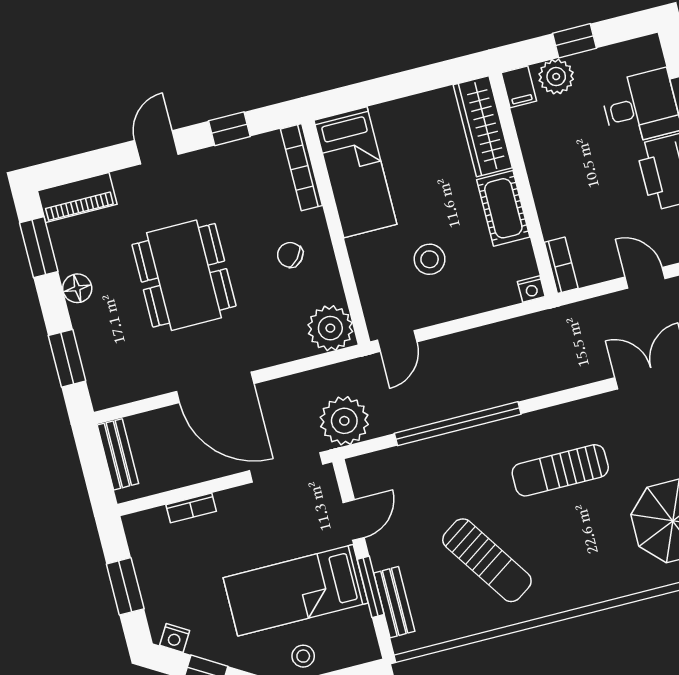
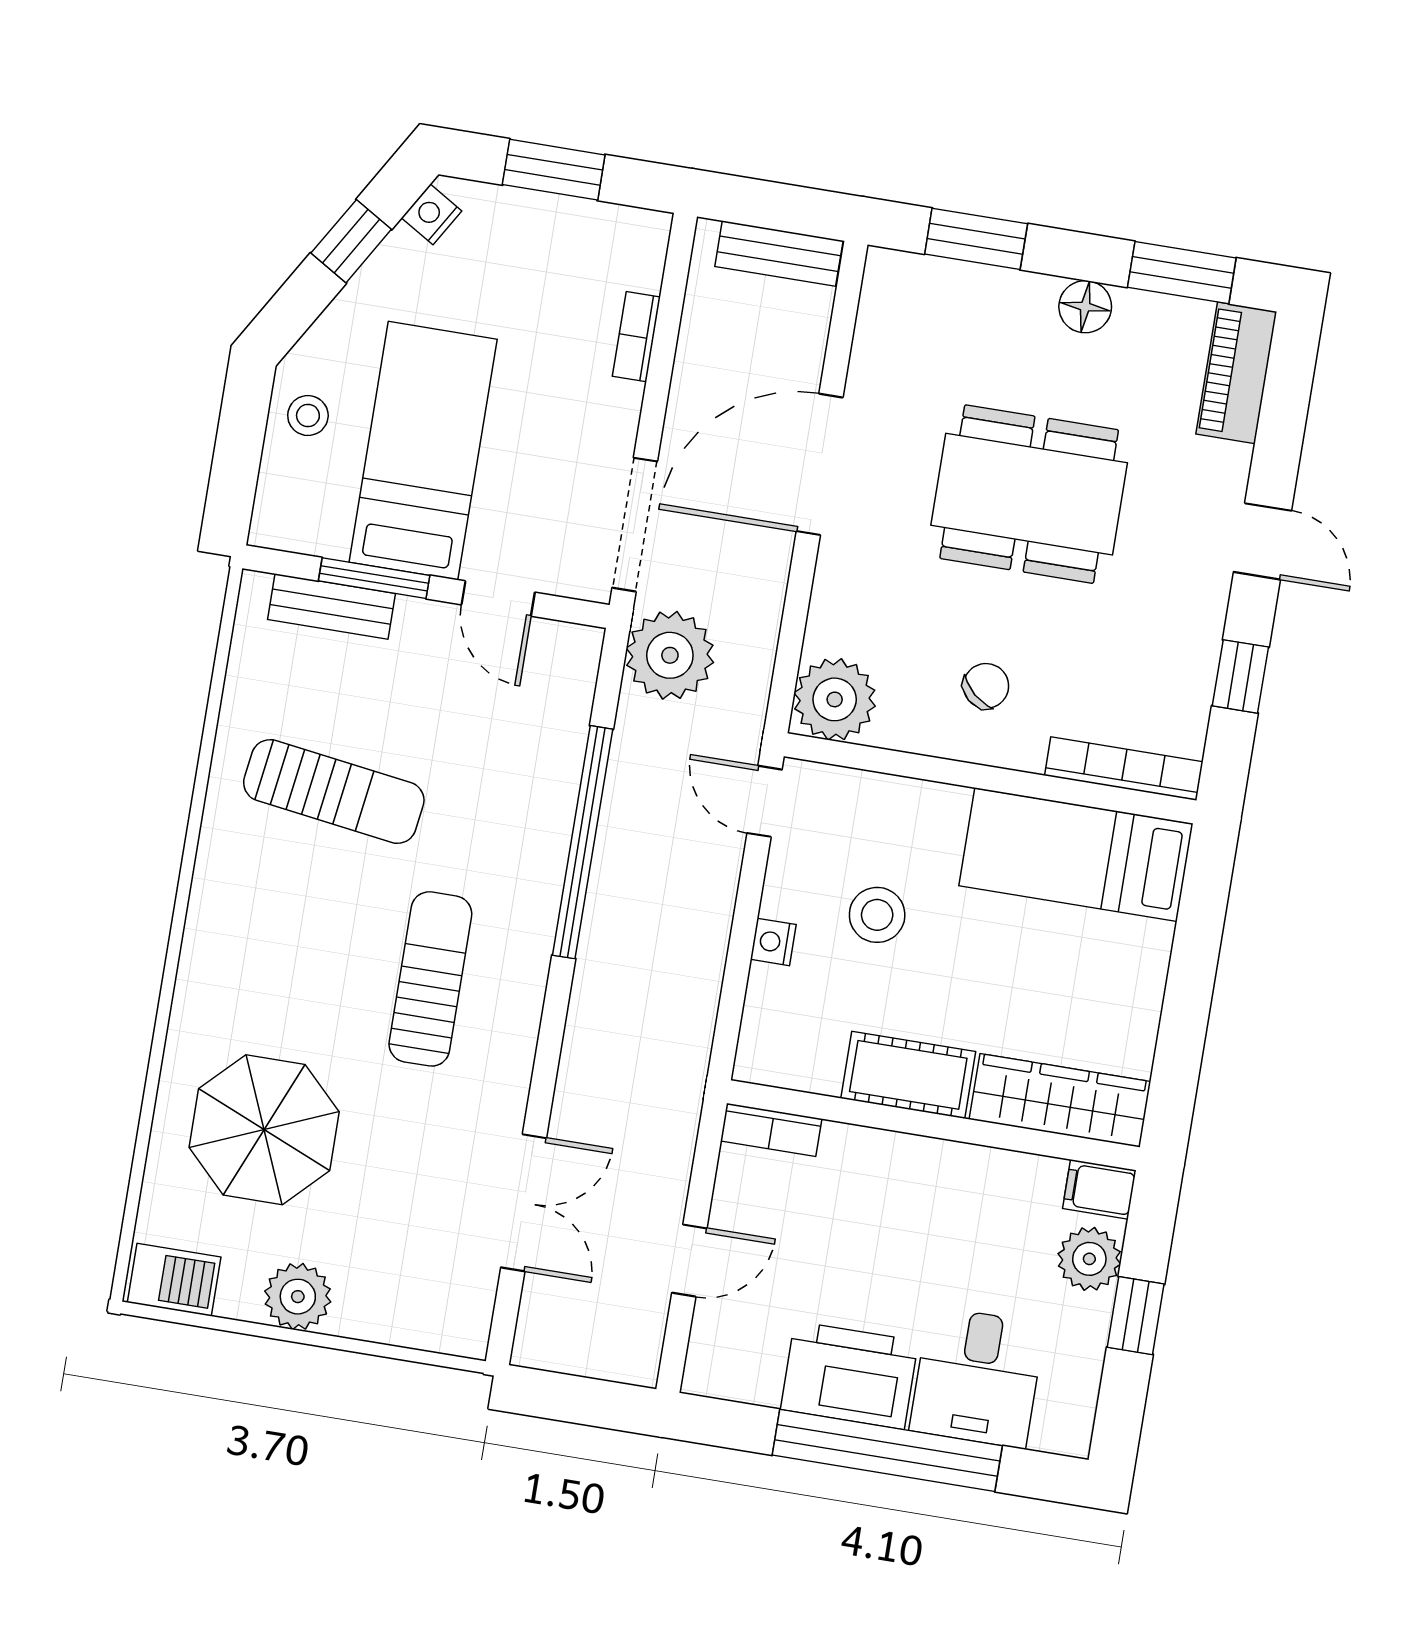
nightstand: (531, 289) -> (773, 942), moved
sun lounger: (487, 560) -> (334, 791), turned -138

